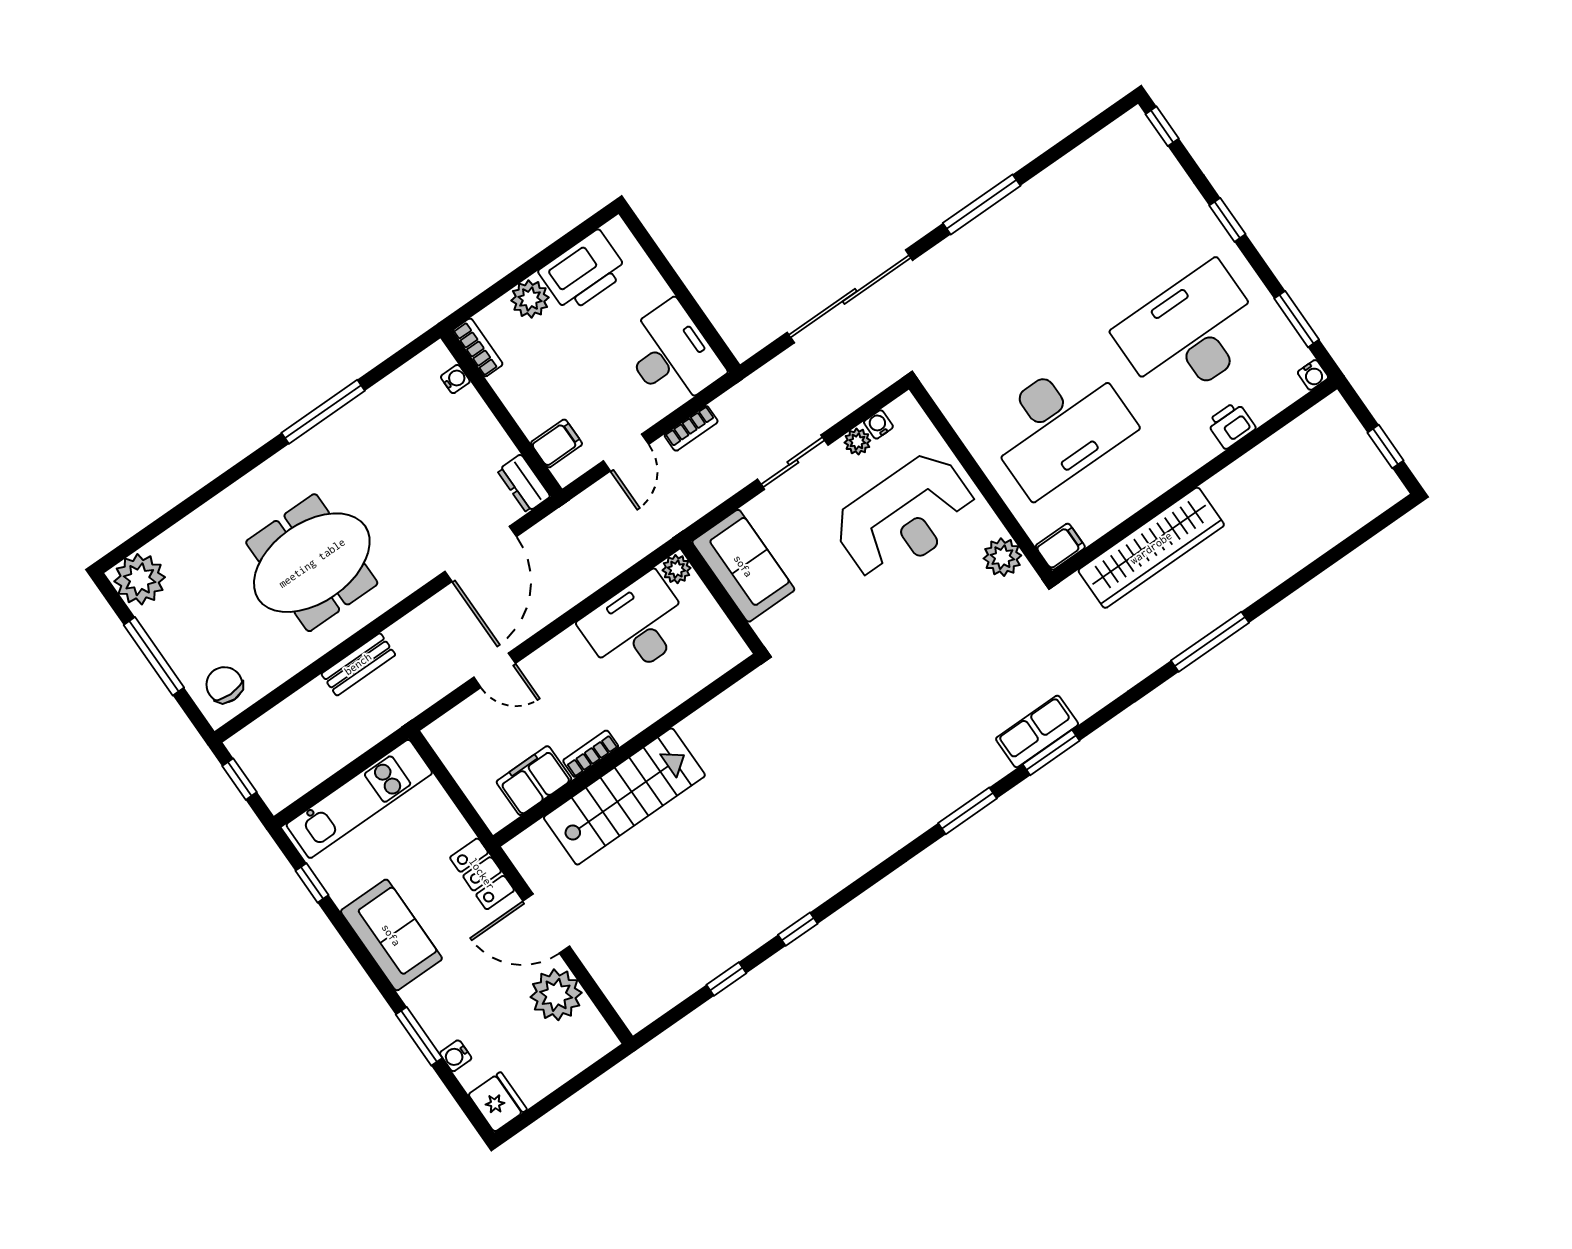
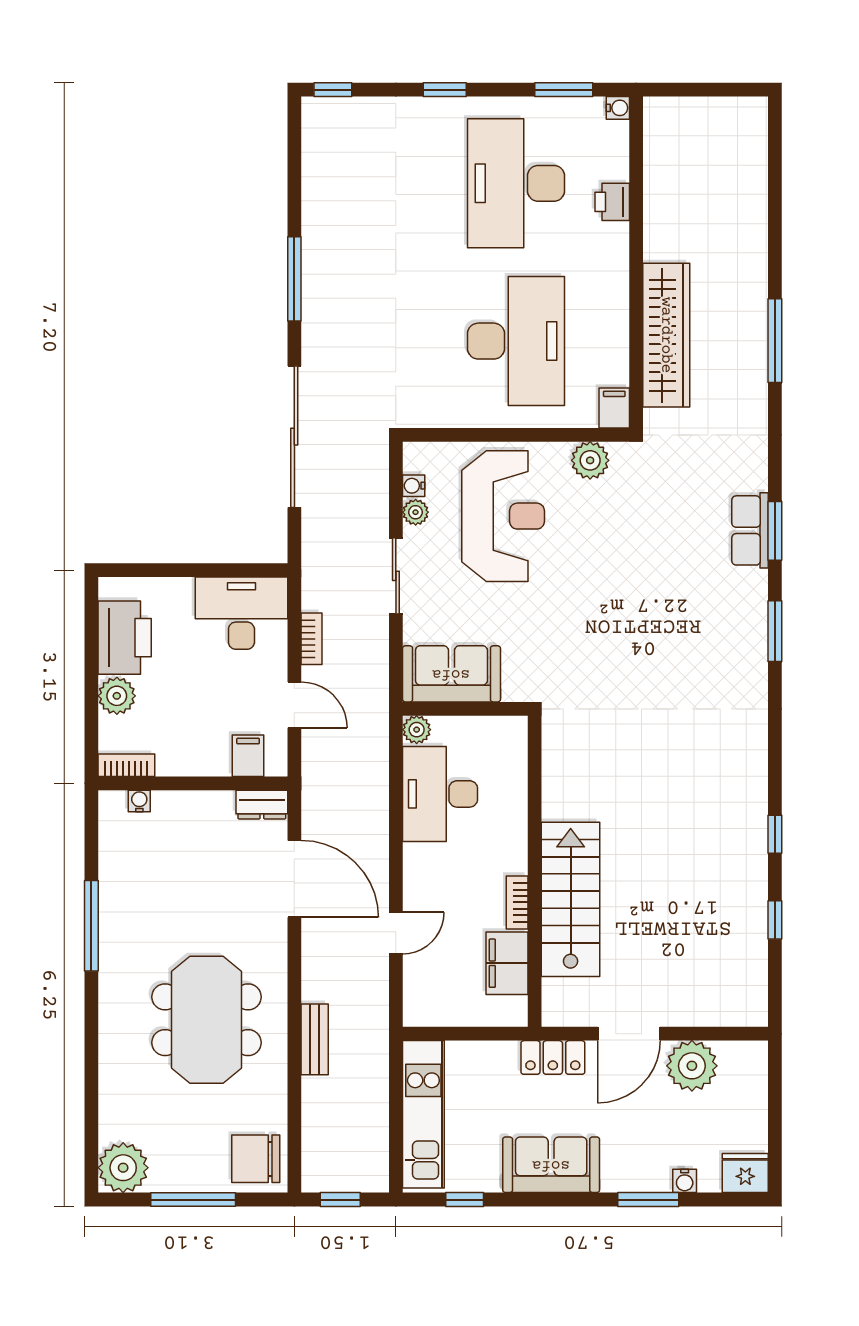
window: (1386, 447) -> (716, 90), removed
chair: (224, 685) -> (256, 1159), width x1.37, depth x1.37

